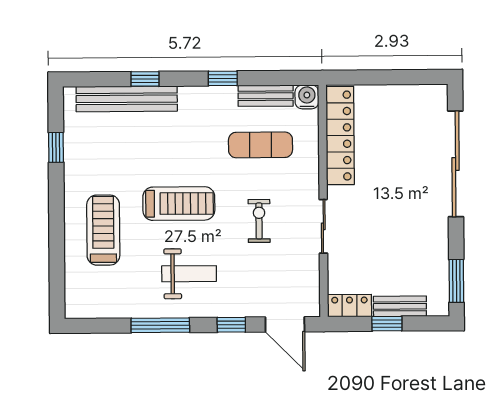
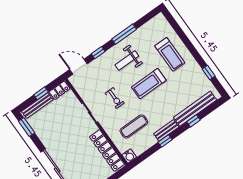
bench: (266, 96) -> (166, 130), moved
bench: (400, 306) -> (37, 106), width x1.36

